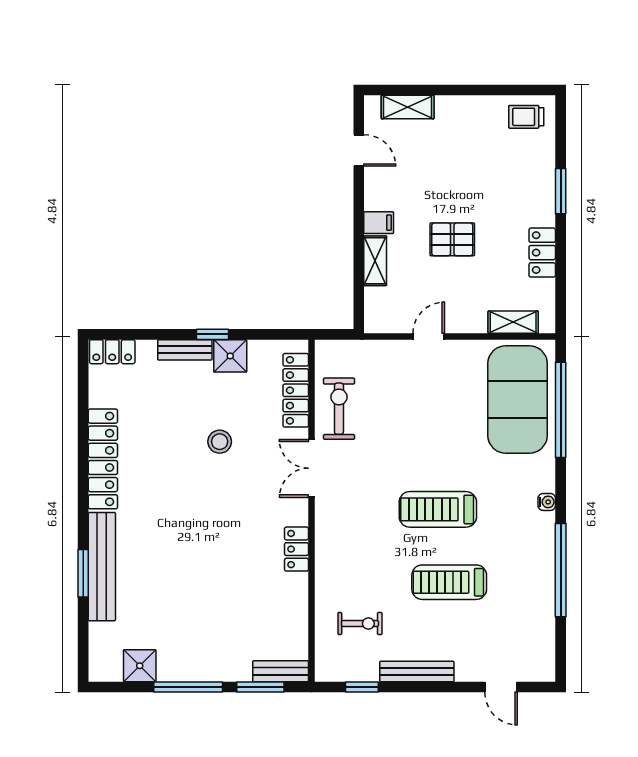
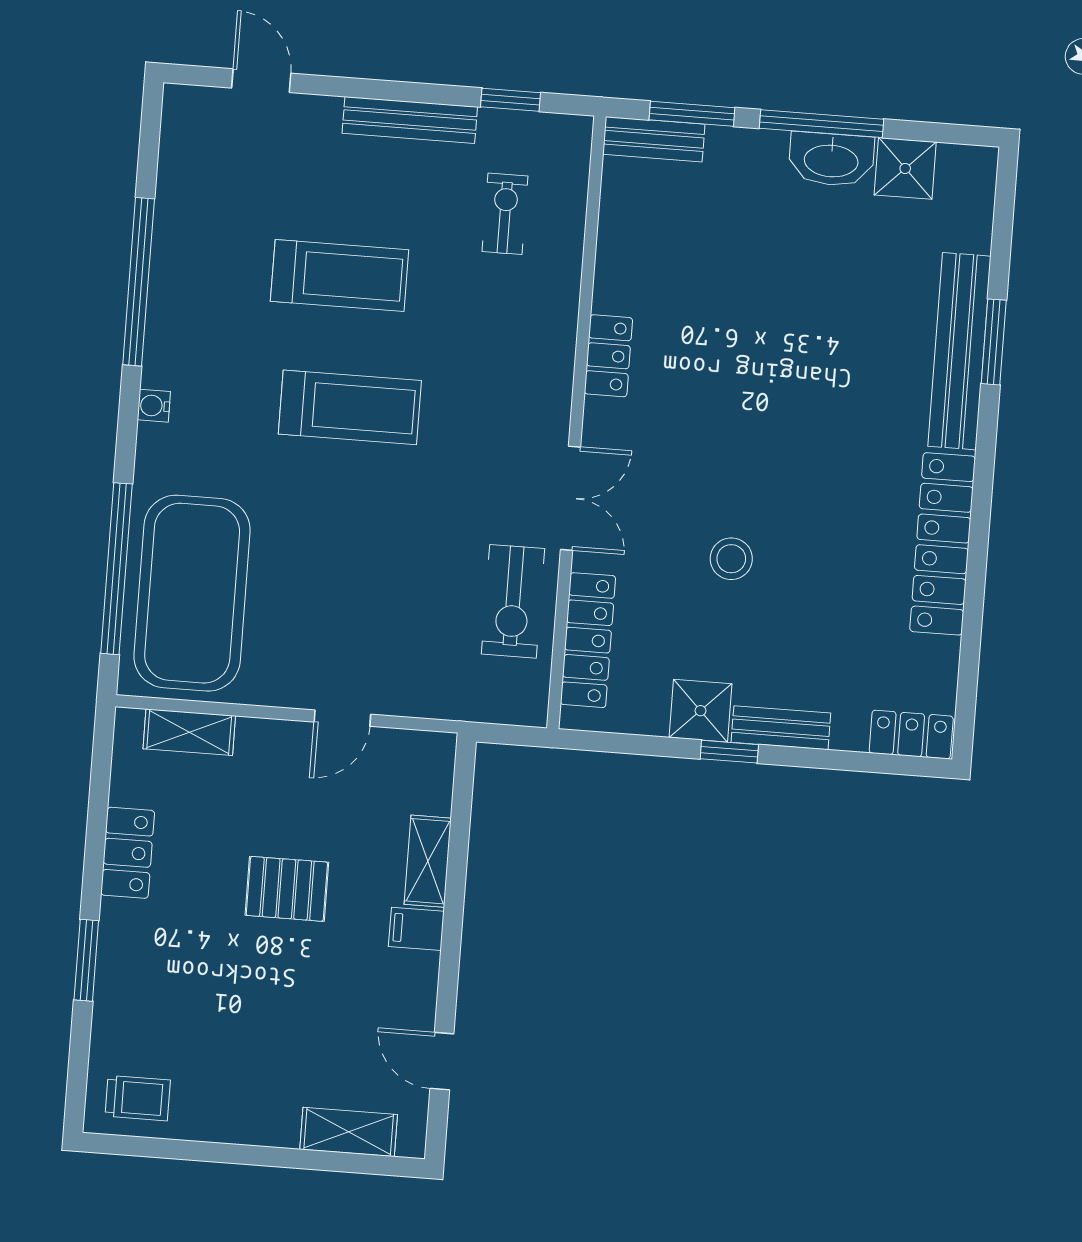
exercise bike: (360, 623) -> (505, 214), turned 90
washbasin: (181, 668) -> (831, 159), added

